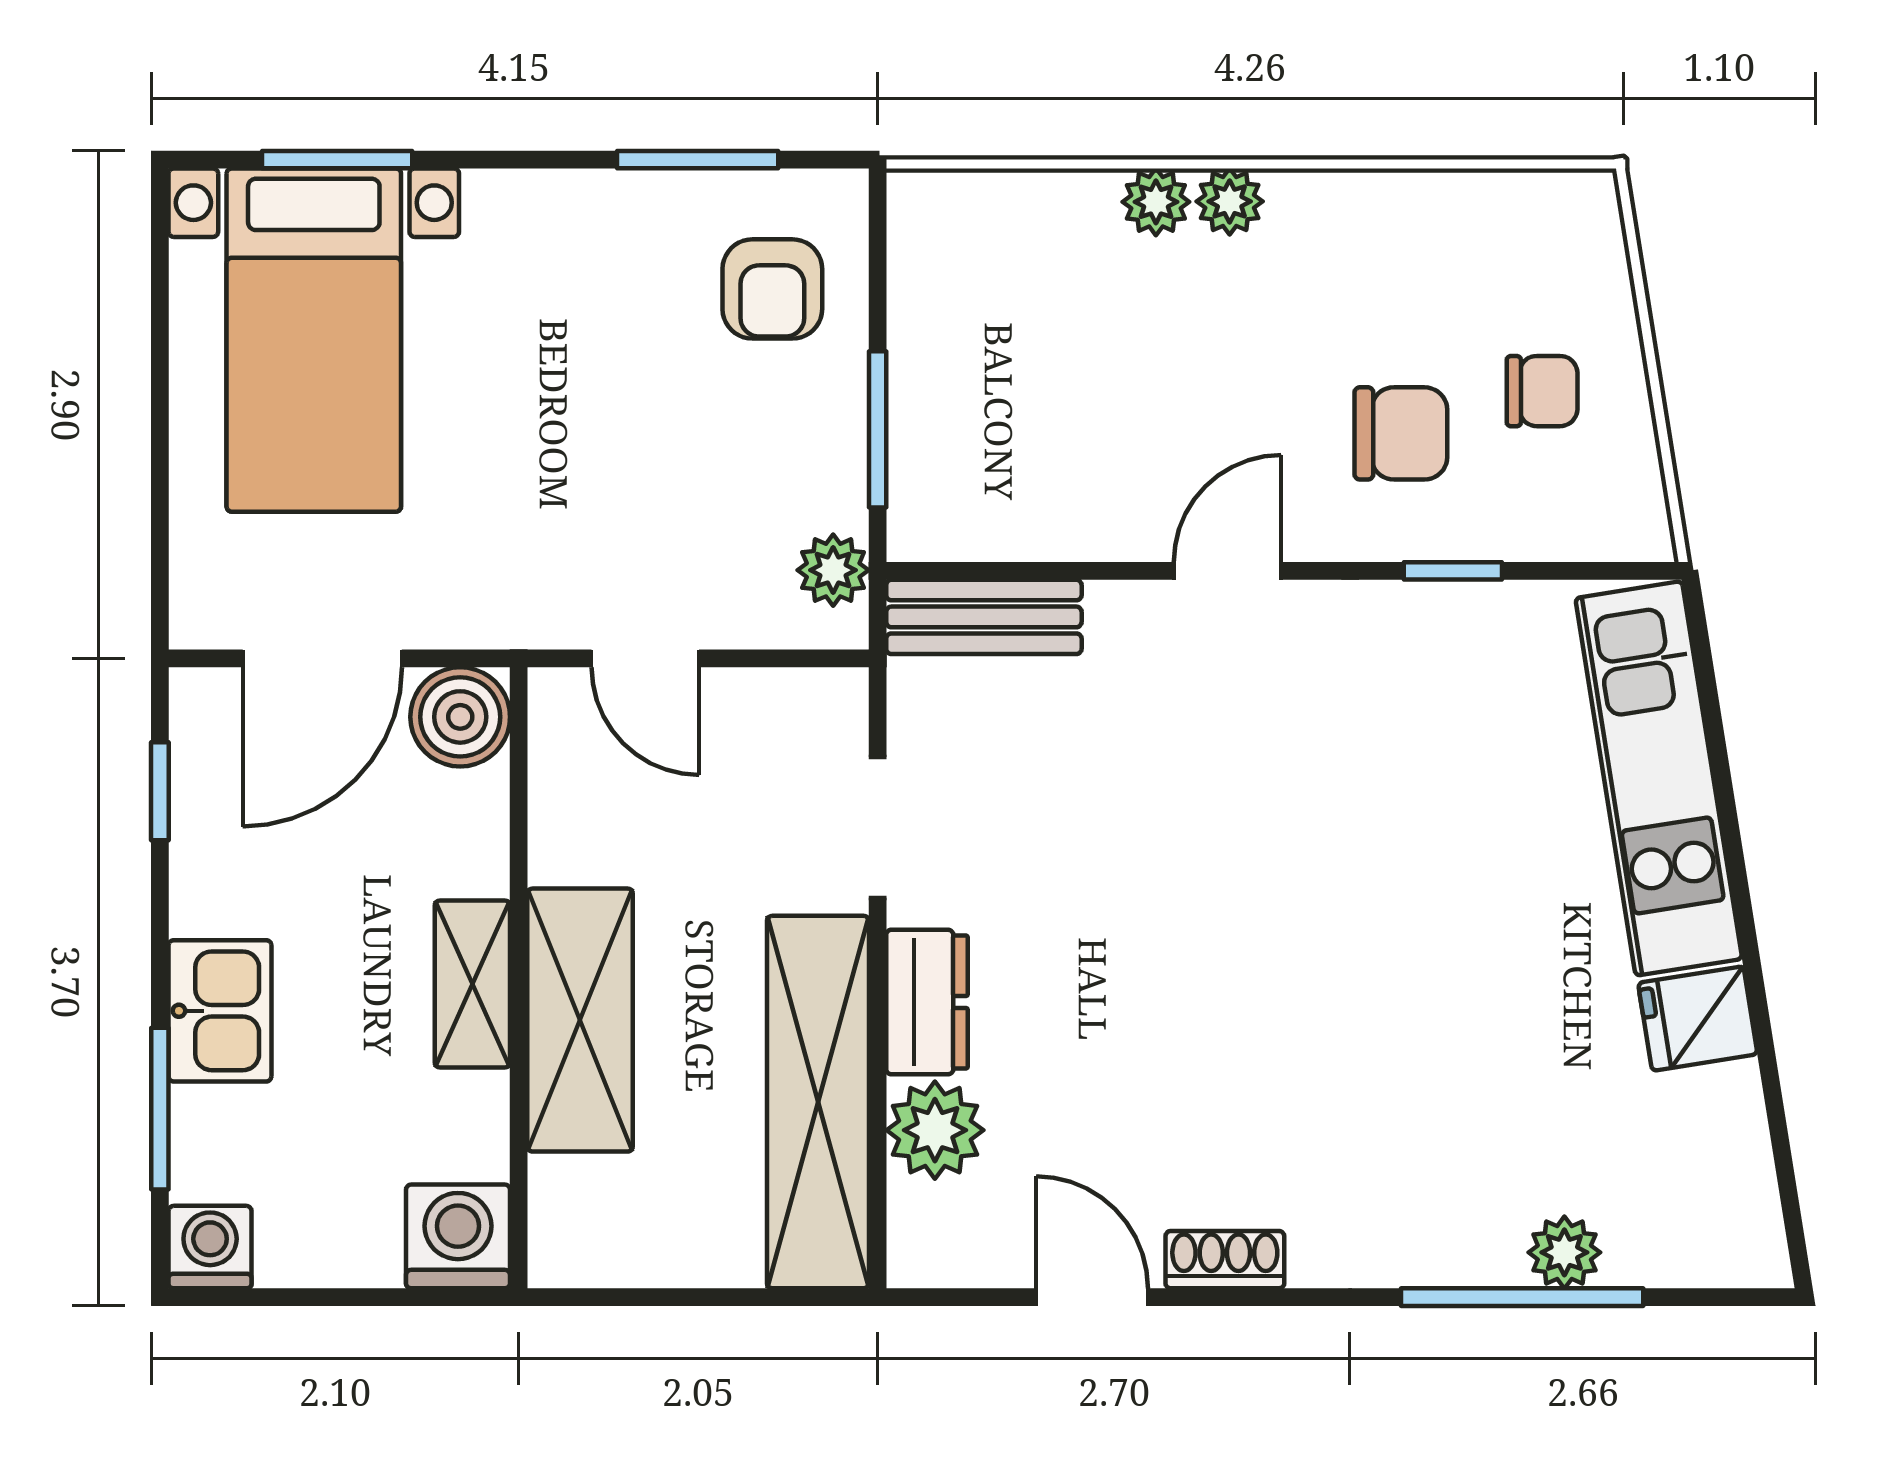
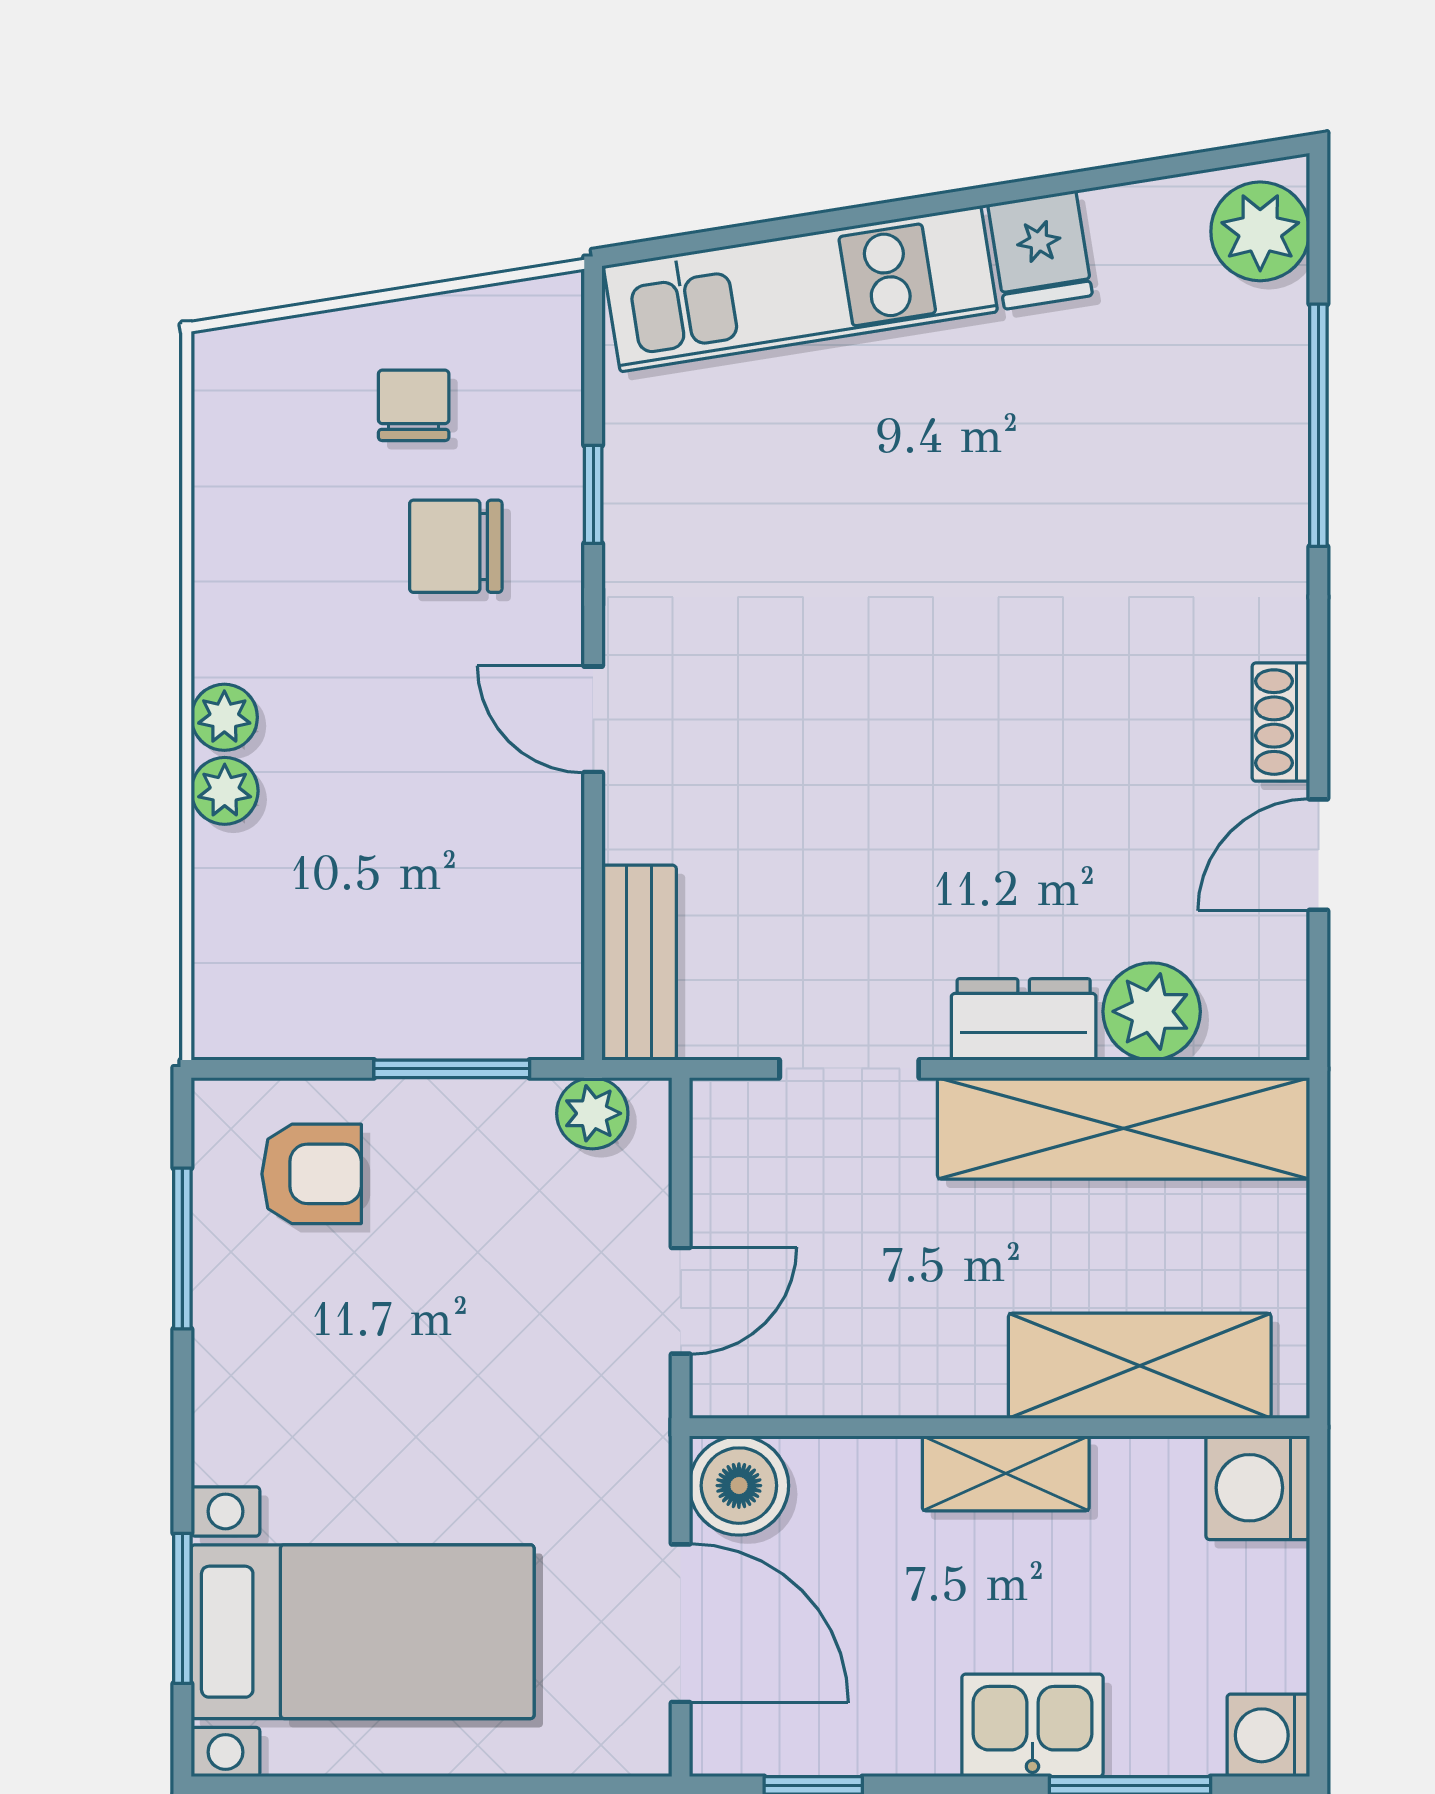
chair: (1401, 433) -> (456, 546), turned -90
shelving: (580, 1020) -> (1140, 1366), moved
plant: (1564, 1252) -> (1260, 231), moved, width x1.38, depth x1.38

